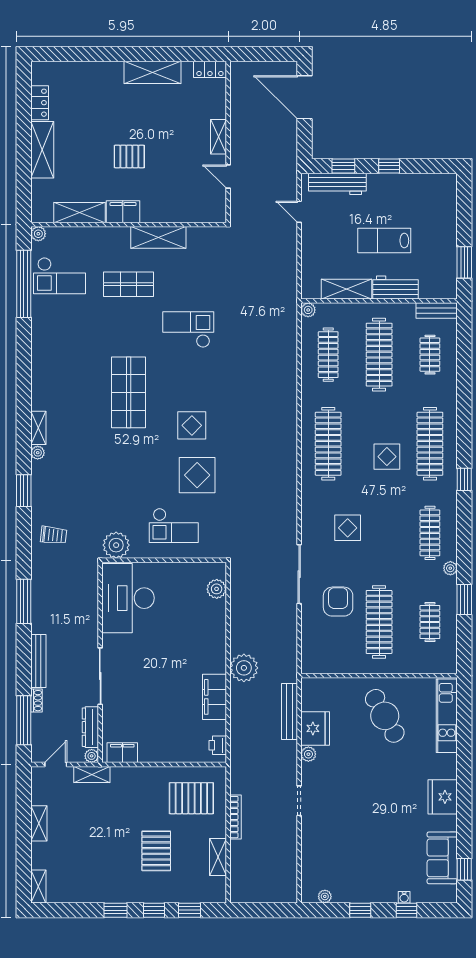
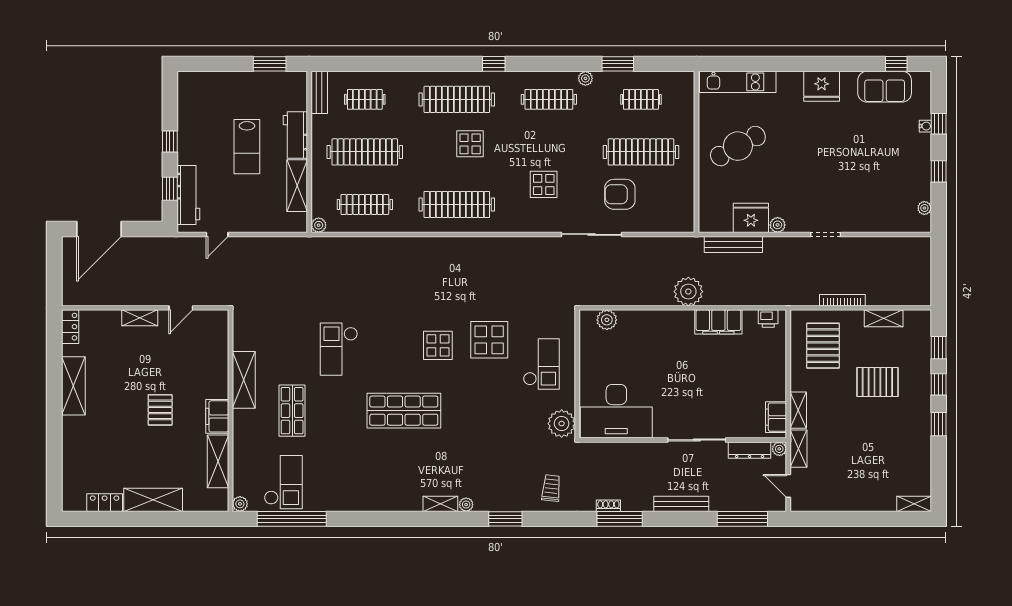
shoe rack: (37, 701) -> (608, 506), moved
shelving: (39, 823) -> (798, 410), moved, turned 90

